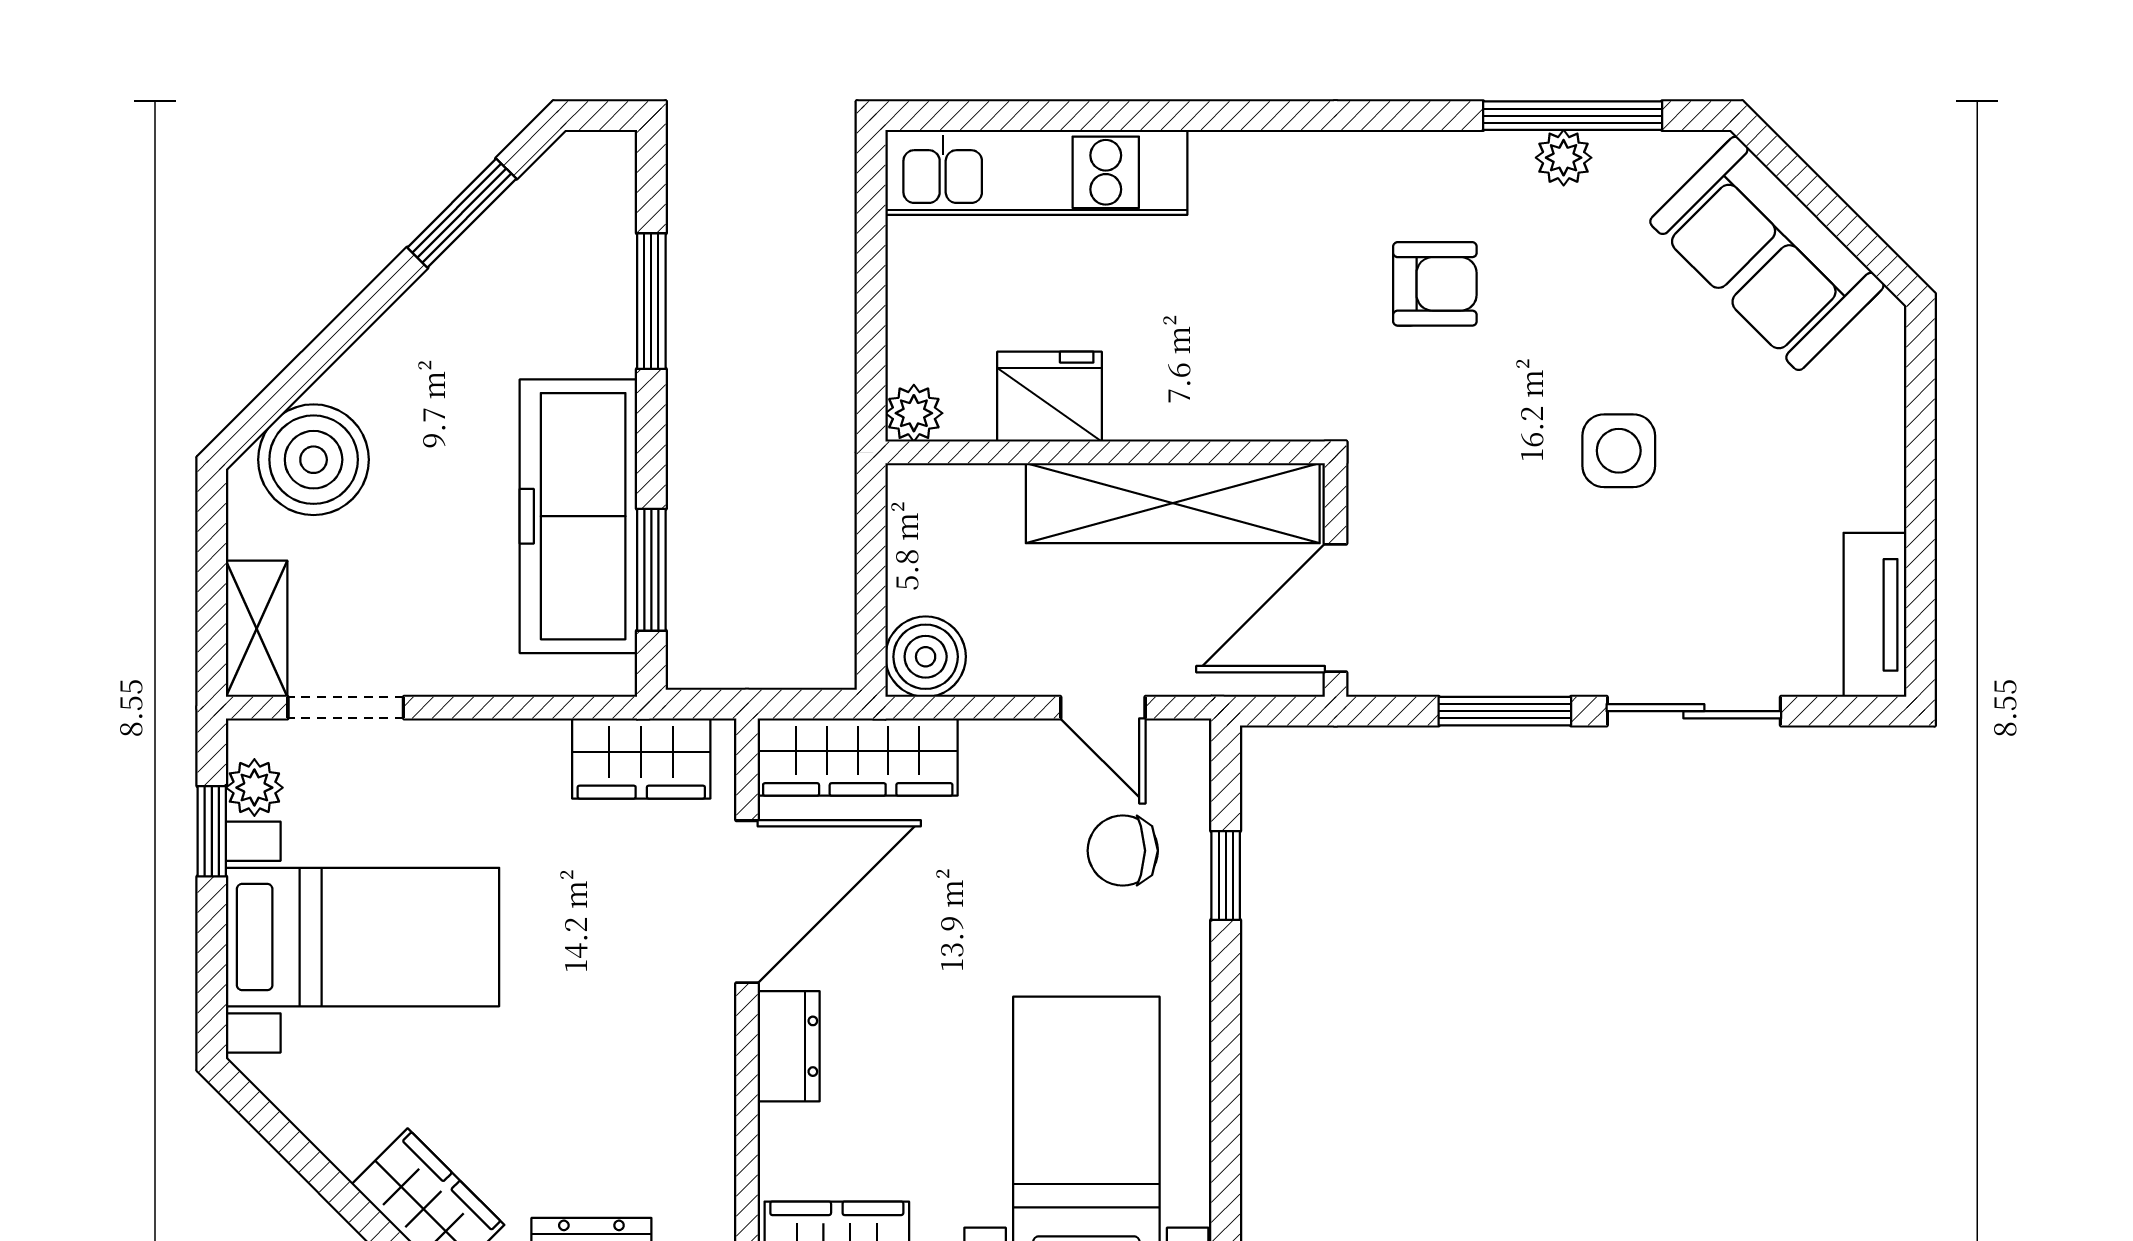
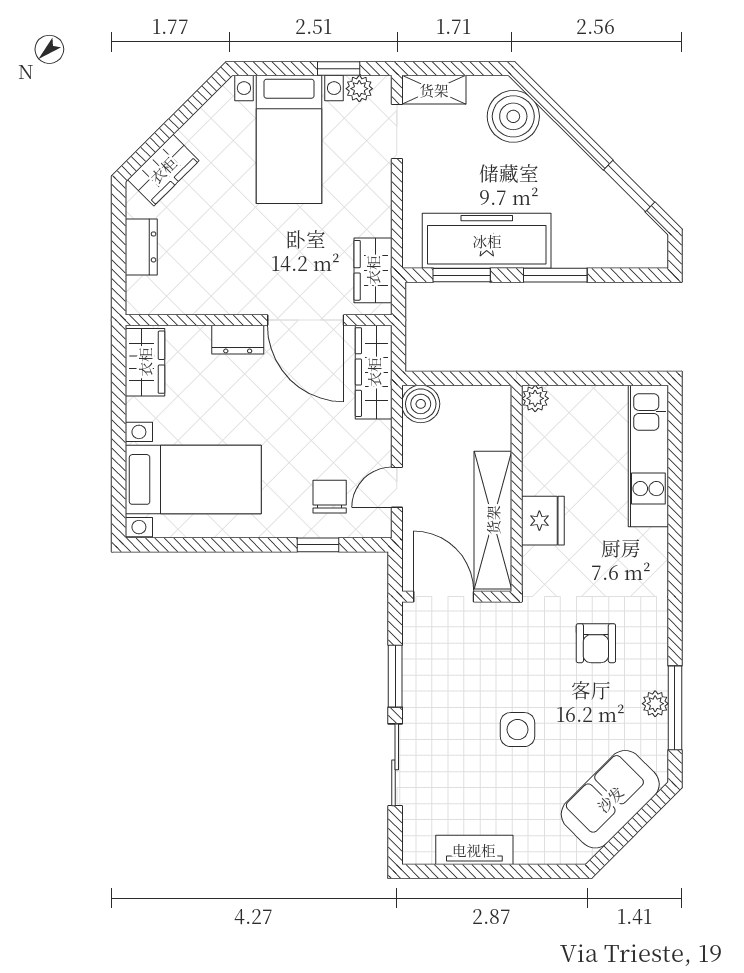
window: (651, 301) -> (555, 275), moved
fridge: (1049, 397) -> (543, 521), moved
tv unit: (1875, 615) -> (474, 850), moved

